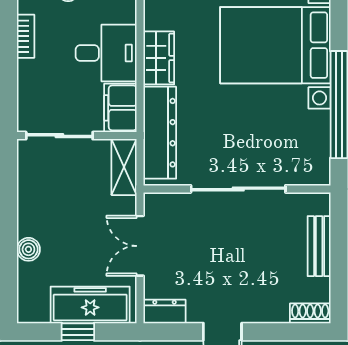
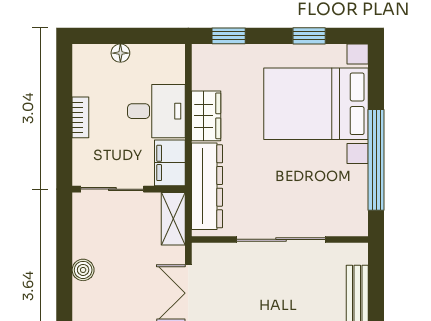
bookcase: (26, 36) -> (80, 117), moved
boiler: (28, 249) -> (83, 270), moved

